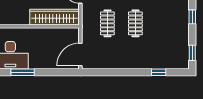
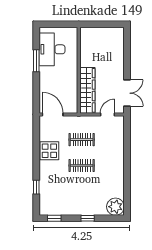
display table: (119, 58) -> (49, 151), added

